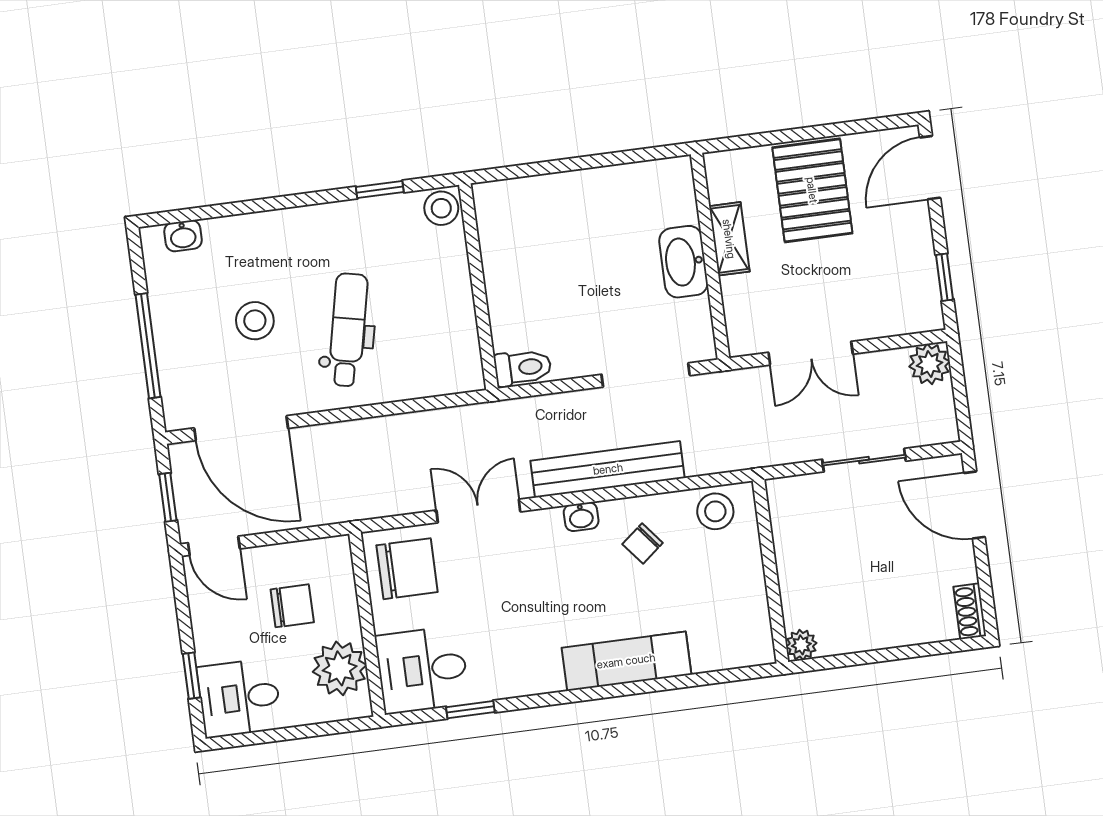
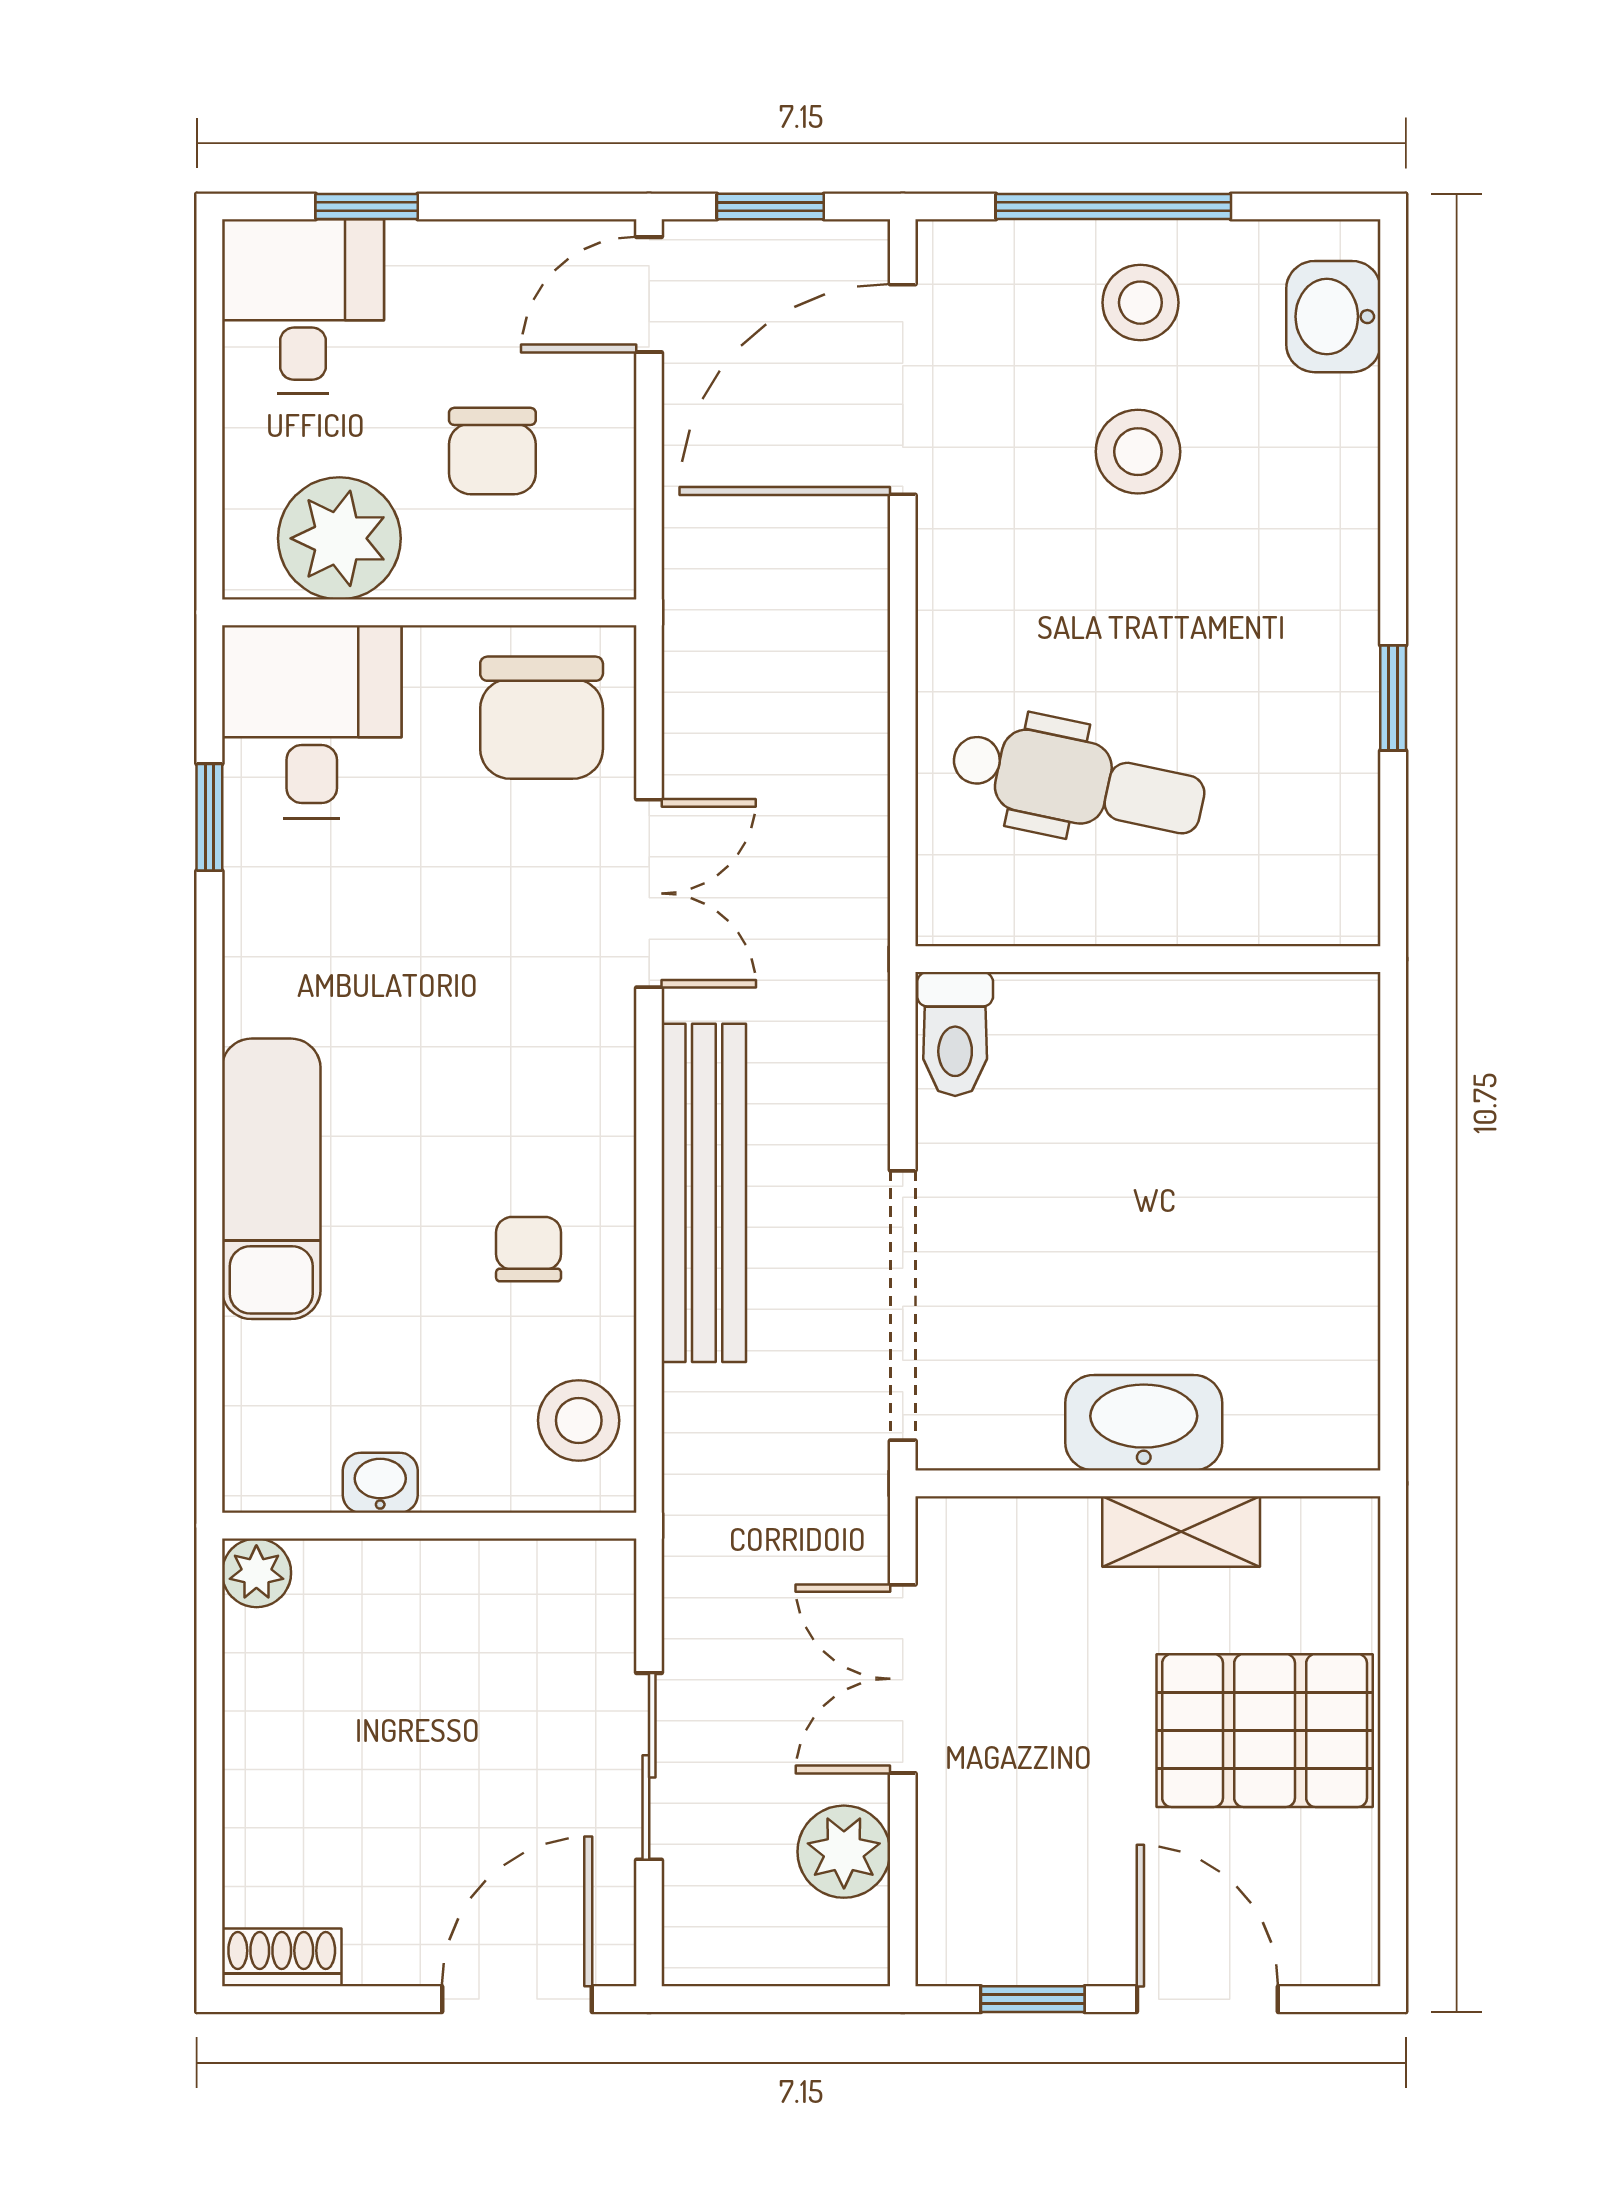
door: (930, 168) -> (1207, 1999), moved
window: (380, 190) -> (1393, 698), moved
stool: (441, 208) -> (1140, 303), moved
washbasin: (183, 236) -> (1333, 317), width x1.38, depth x1.45
dental chair: (348, 330) -> (1078, 782), moved
plant: (929, 364) -> (844, 1852), moved
doorway: (646, 375) -> (903, 1306), width x1.36
washbasin: (581, 517) -> (380, 1483), moved, turned 90
chair: (643, 543) -> (529, 1249), turned 39

